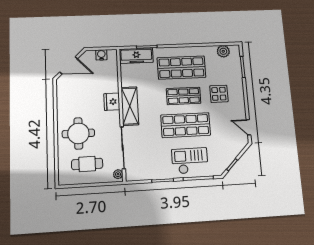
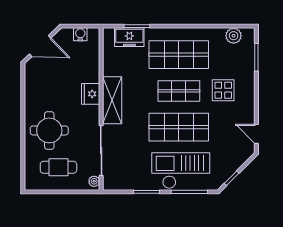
freezer: (136, 56) -> (129, 37), width x0.71
checkout: (190, 161) -> (181, 171), width x1.36, depth x1.21

